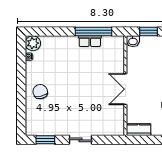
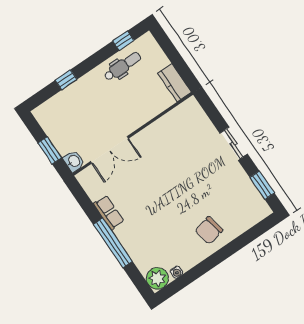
window: (94, 32) -> (113, 243), moved
double door: (125, 89) -> (109, 150), moved

